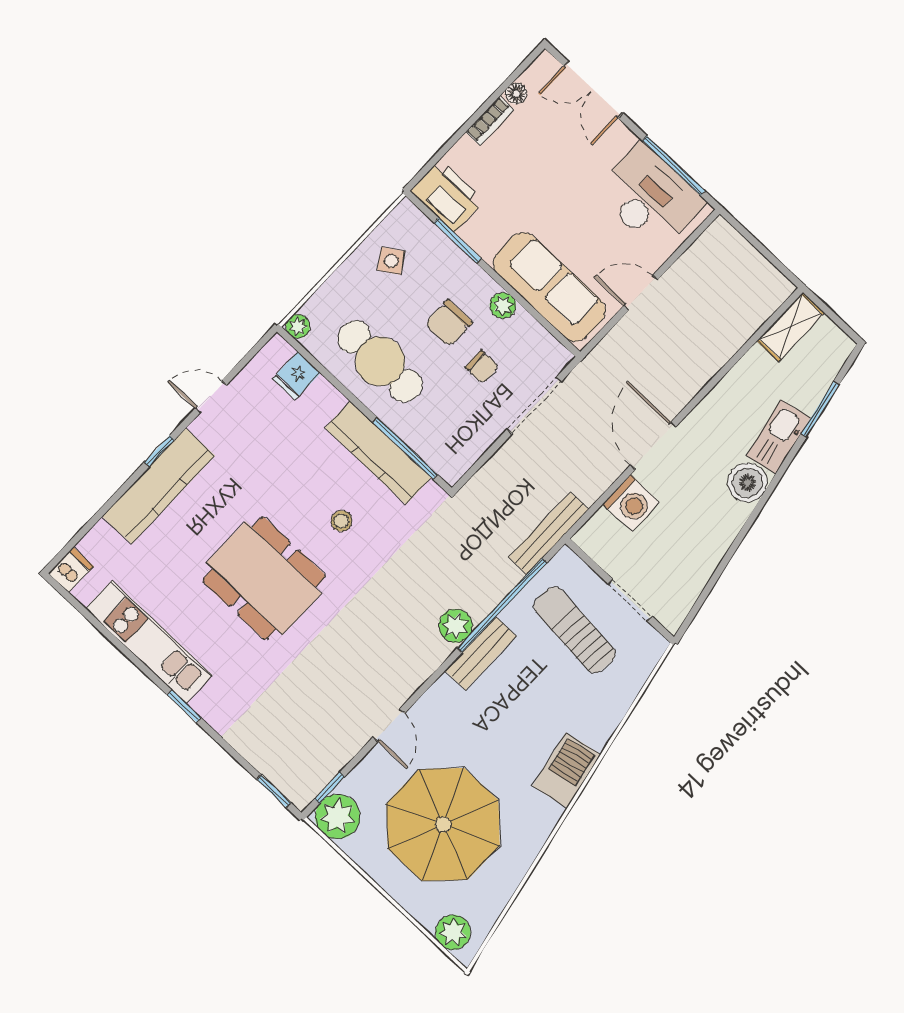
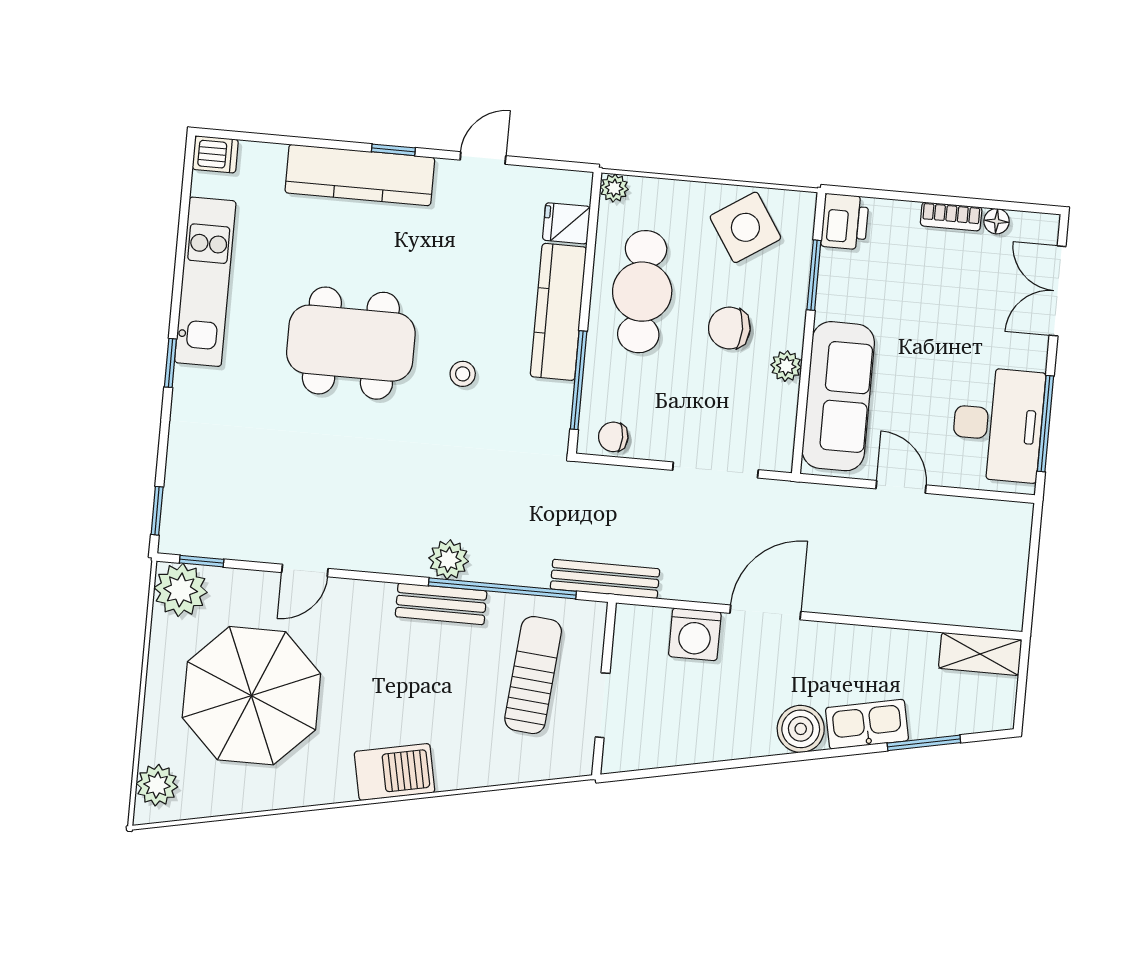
printer: (447, 196) -> (845, 222), width x0.73, depth x0.84
side table: (391, 261) -> (745, 227), width x1.87, depth x1.87
chair: (482, 367) -> (613, 437), moved, turned 90
door: (211, 397) -> (483, 158), hinge flipped
kitchen counter: (378, 453) -> (558, 312), moved
dining table: (264, 578) -> (351, 343), turned 90

